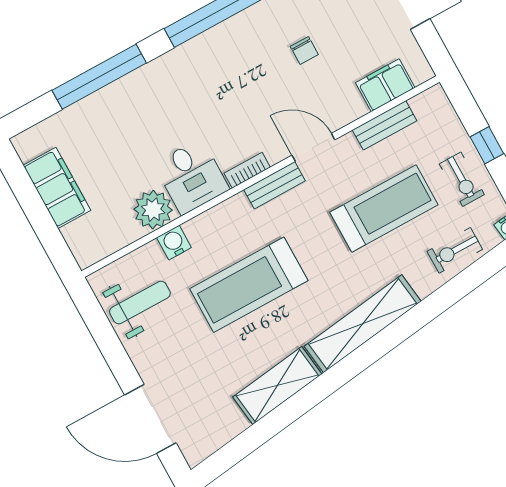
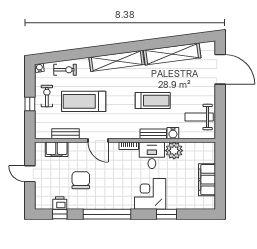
chair: (304, 50) -> (81, 180), width x1.87, depth x1.87
window: (99, 77) -> (167, 214), width x0.47
corner desk: (153, 99) -> (150, 194), added
bench: (274, 185) -> (153, 134), moved
treadmill: (249, 285) -> (153, 101), width x0.73, depth x0.73
shelving: (277, 386) -> (172, 54), width x1.47

